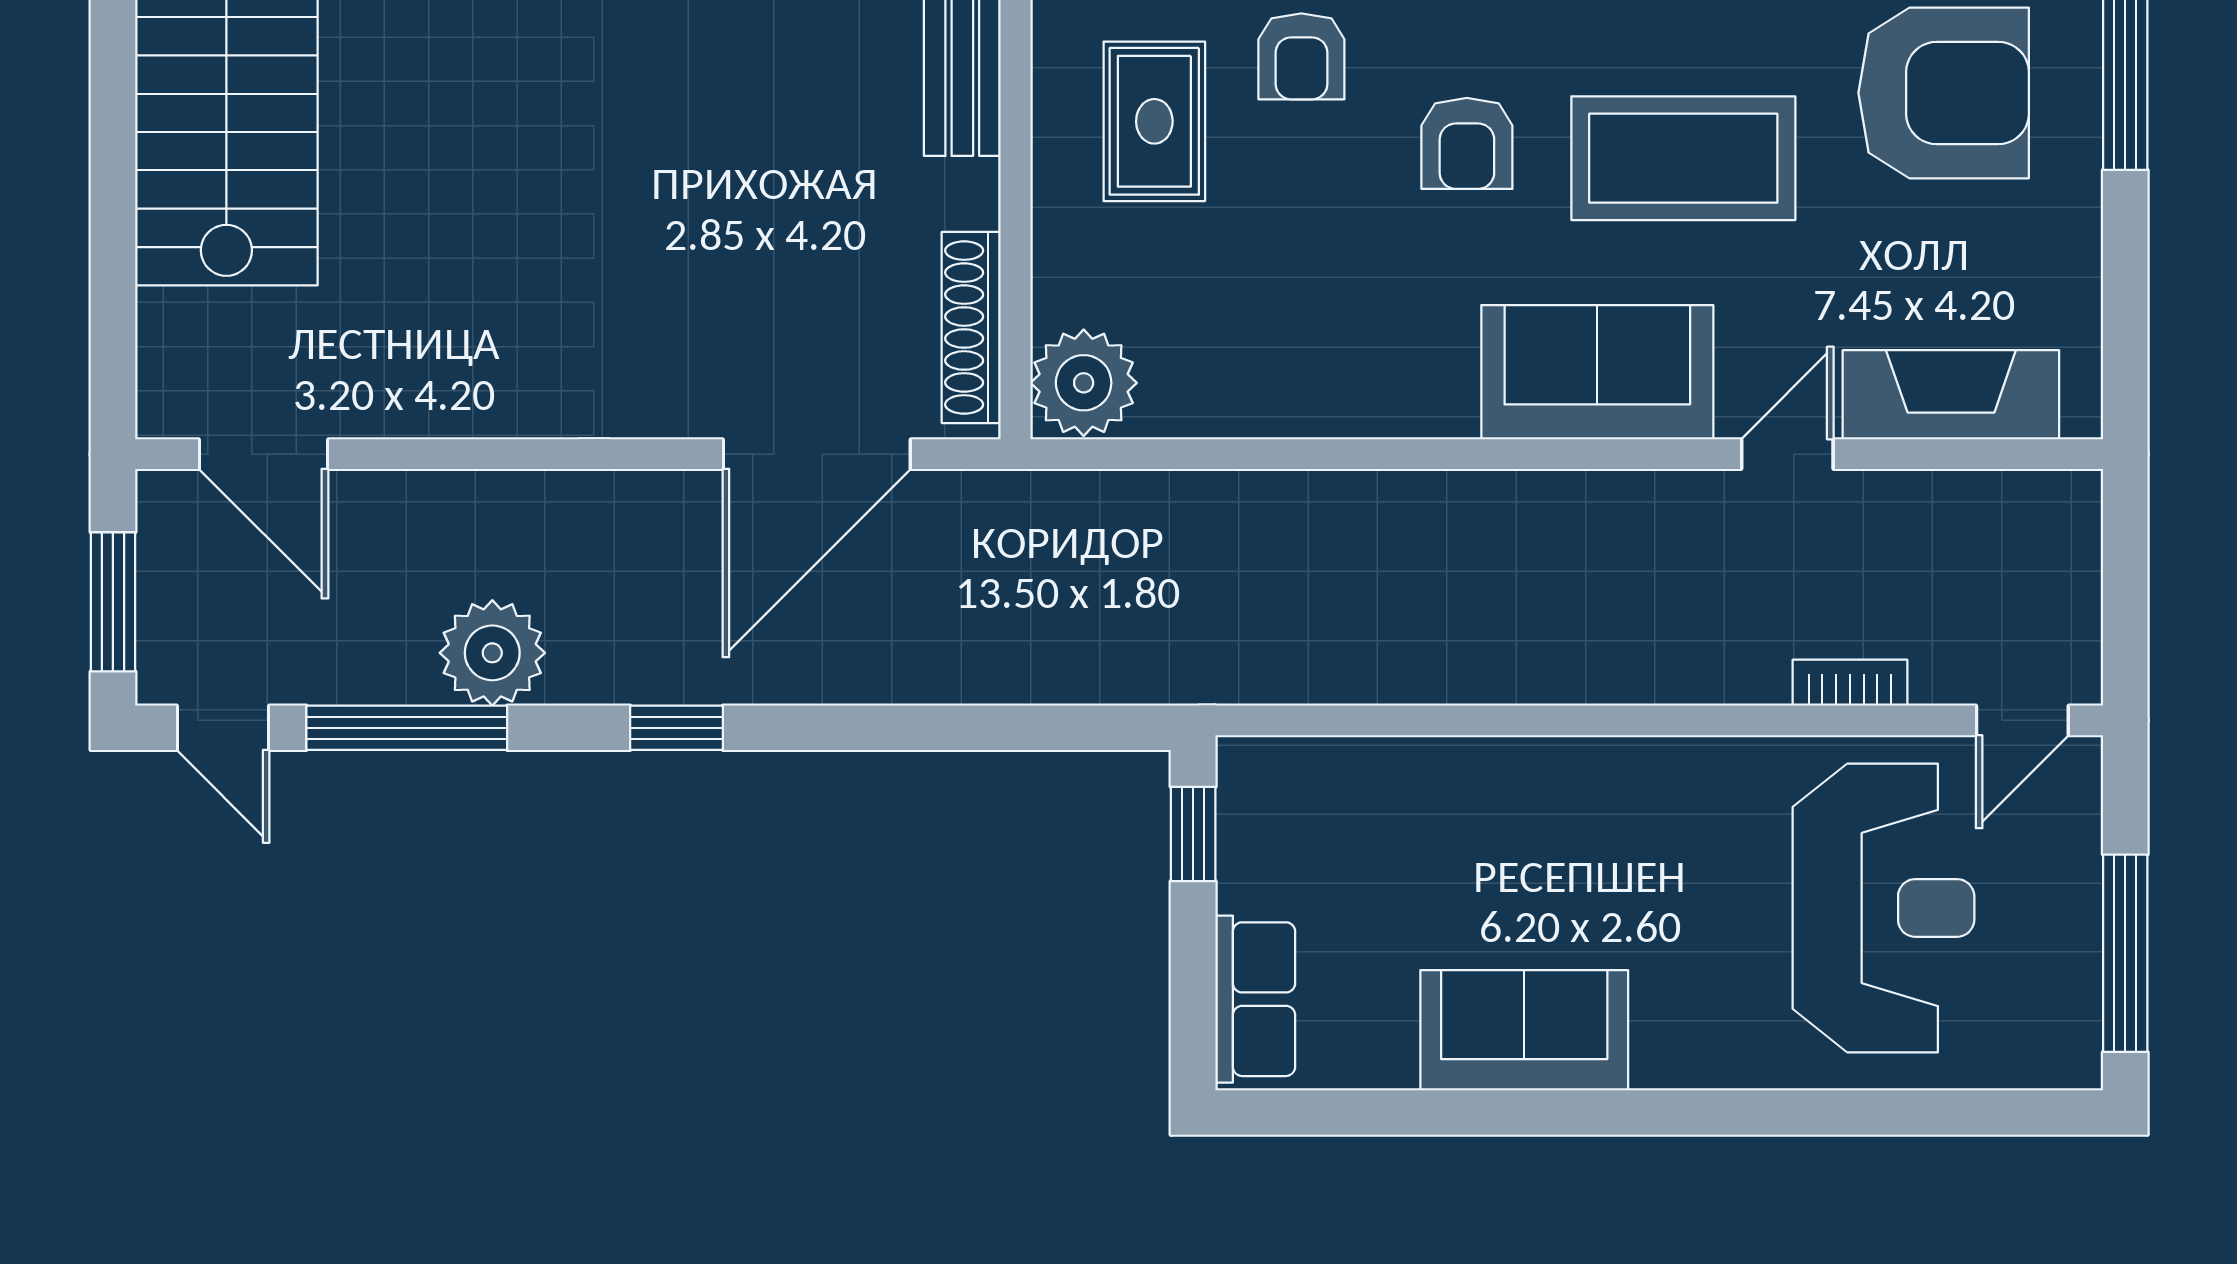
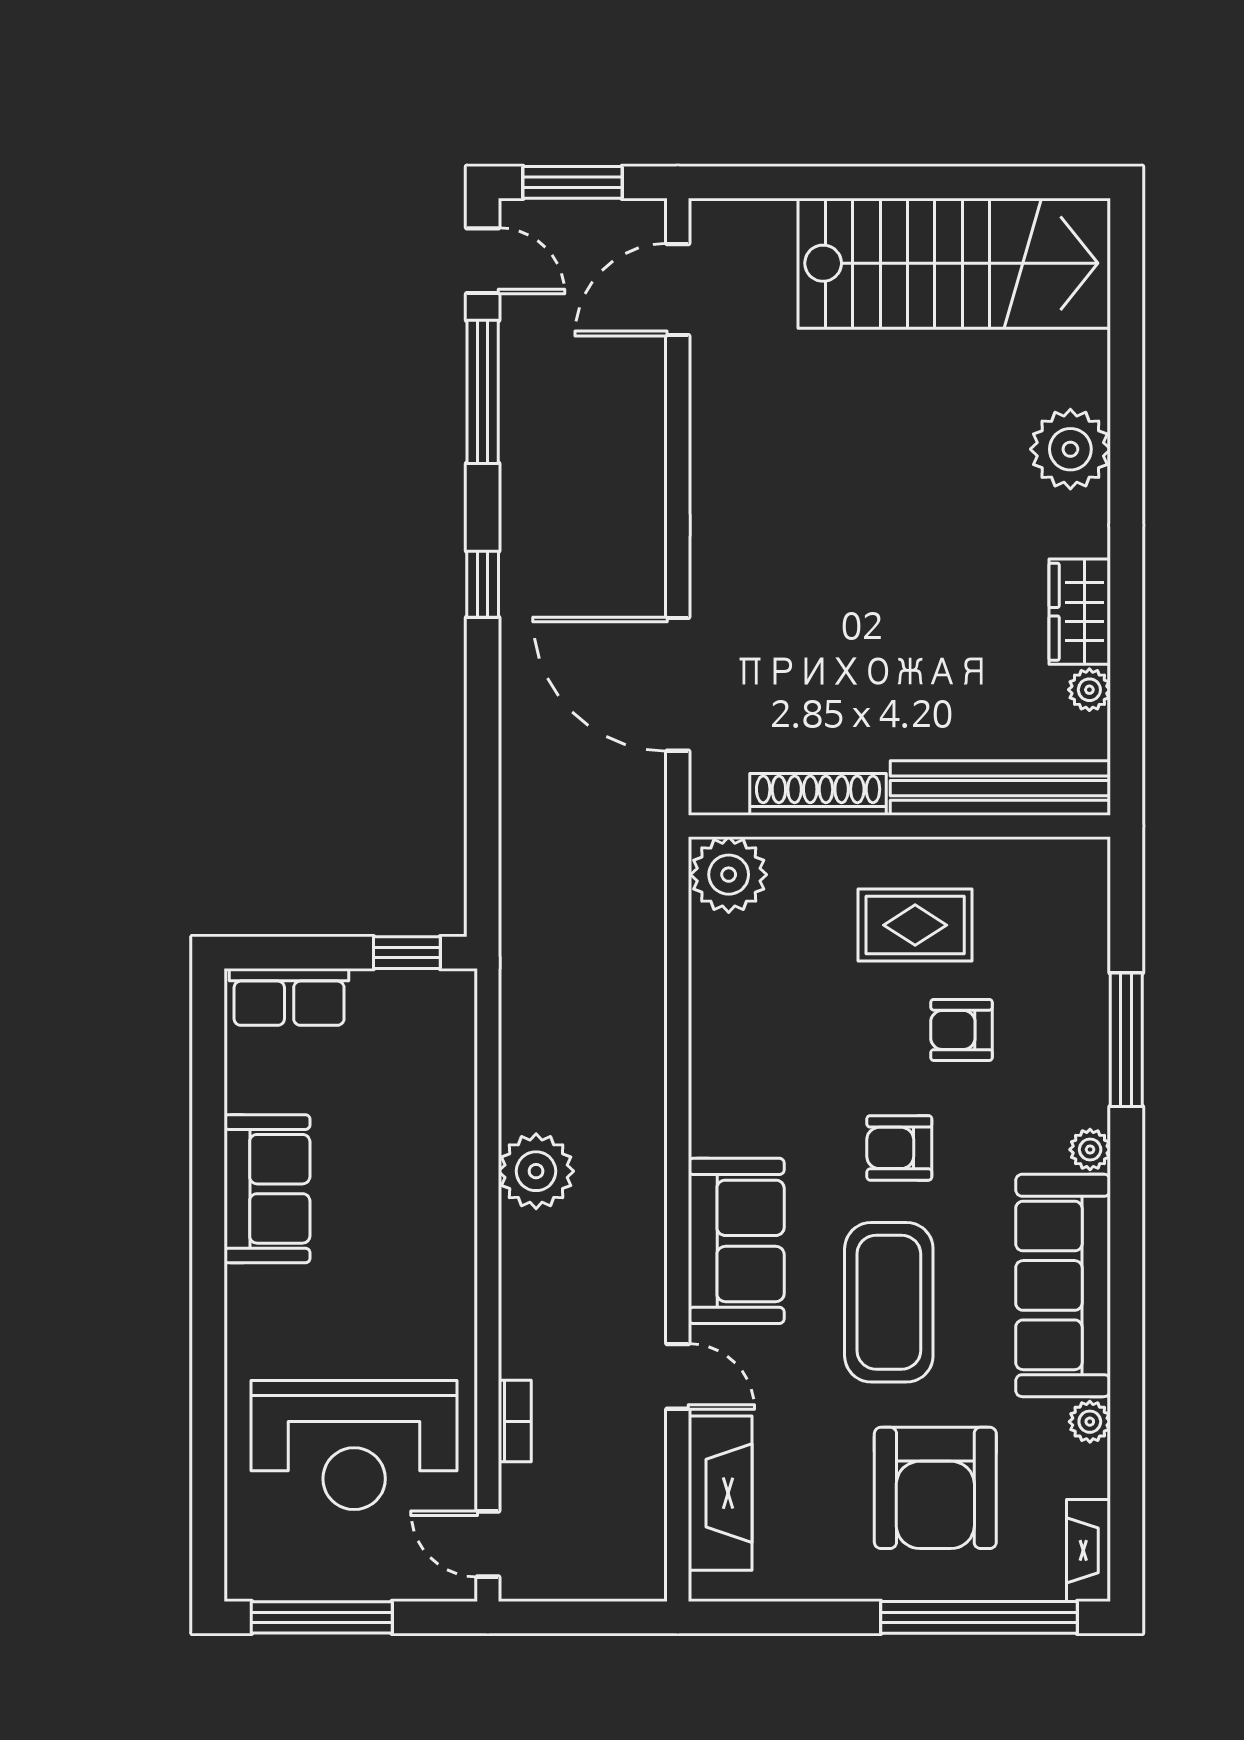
shoe rack: (971, 328) -> (818, 794), moved
plant: (492, 653) -> (536, 1171), moved
door: (223, 728) -> (483, 261), swing flipped

